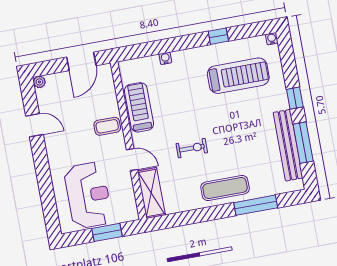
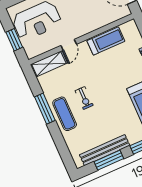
coffee table: (107, 126) -> (88, 22), removed
exercise bike: (192, 148) -> (84, 98), moved
window: (256, 205) -> (45, 109), moved

